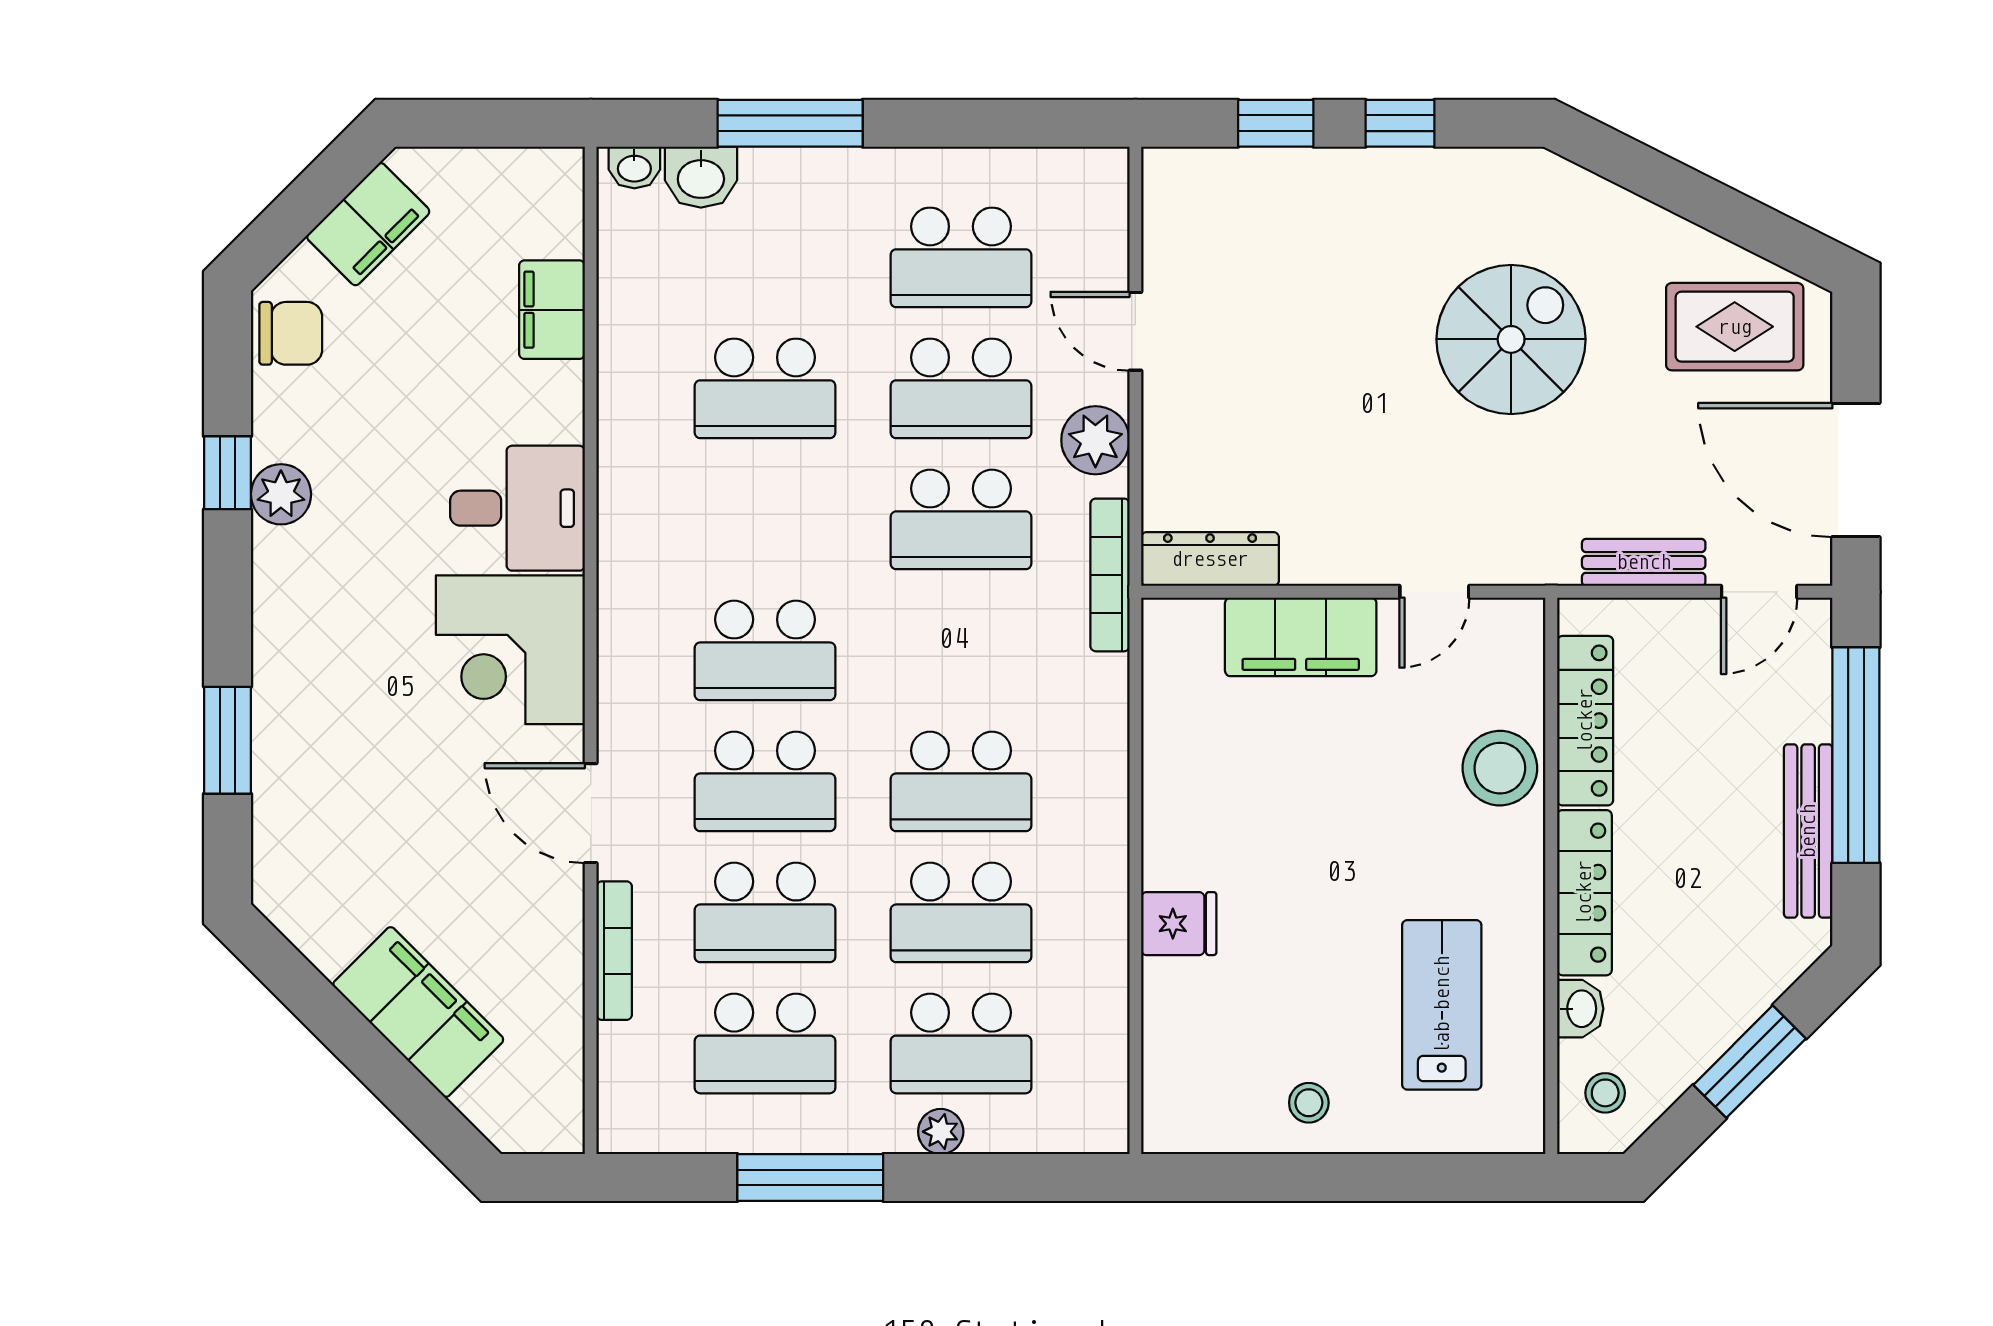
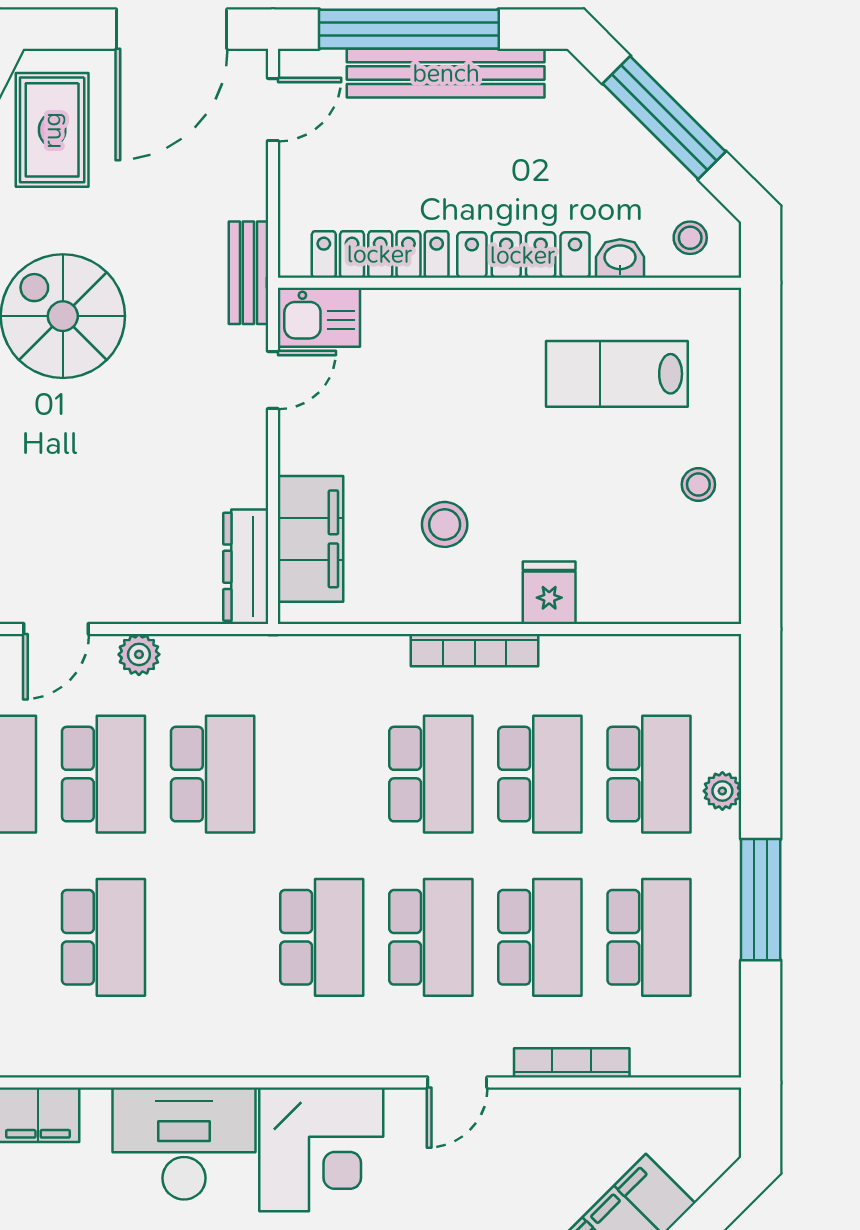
plant: (1095, 440) -> (139, 654), width x0.73, depth x0.73
desk: (517, 508) -> (184, 1143), width x1.37
bench: (1644, 562) -> (248, 273), moved
bookcase: (1110, 575) -> (475, 650), moved
door: (1434, 592) -> (273, 380), hinge flipped
door: (1759, 592) -> (273, 110), hinge flipped
filing cabinet: (1301, 637) -> (311, 539), moved
kitchen sink: (1510, 647) -> (319, 317), added
stool: (1500, 768) -> (445, 524), moved, width x0.73, depth x0.73
door: (591, 813) -> (457, 1082), width x0.73
bench: (1808, 831) -> (446, 73), width x1.37, depth x1.21
window: (1750, 1062) -> (664, 118), width x1.44

